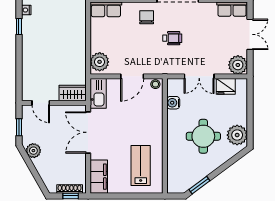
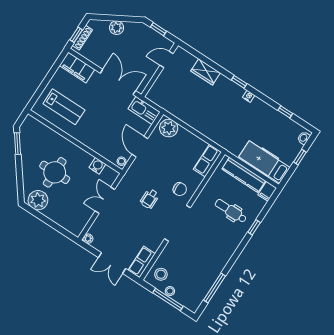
plant: (238, 65) -> (88, 239), width x0.53, depth x0.53
fridge: (226, 86) -> (83, 216), removed
wardrobe: (73, 93) -> (206, 72), moved, turned 90
plant: (33, 151) -> (117, 28), moved

